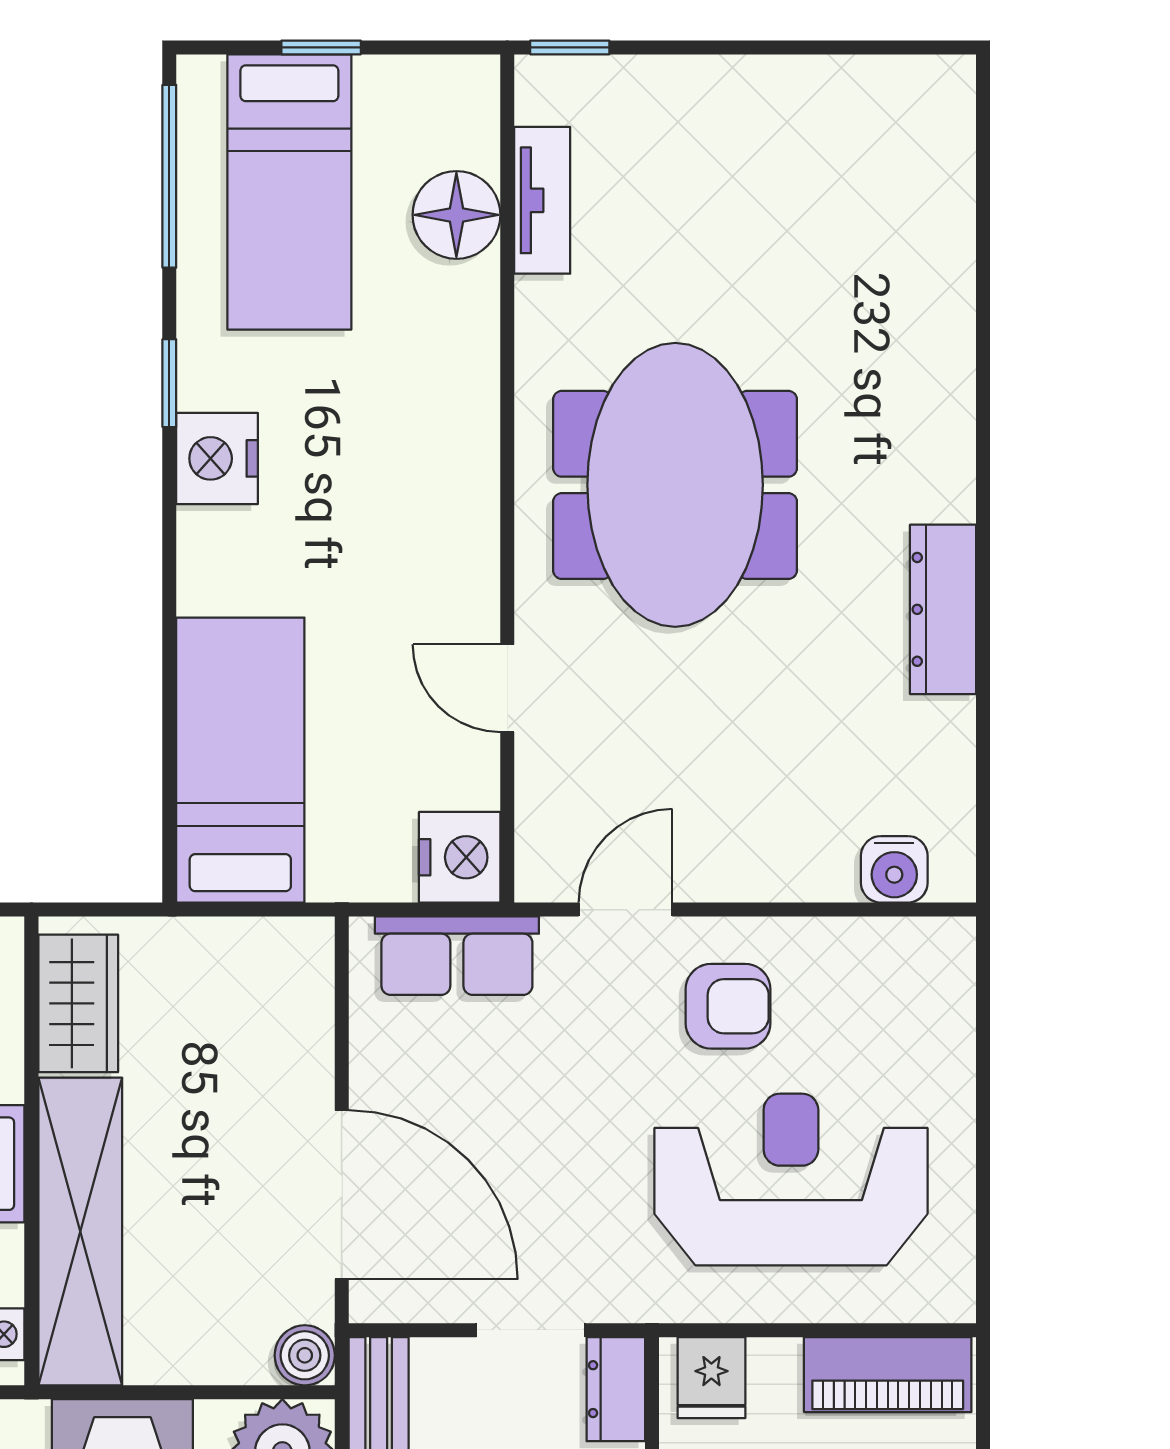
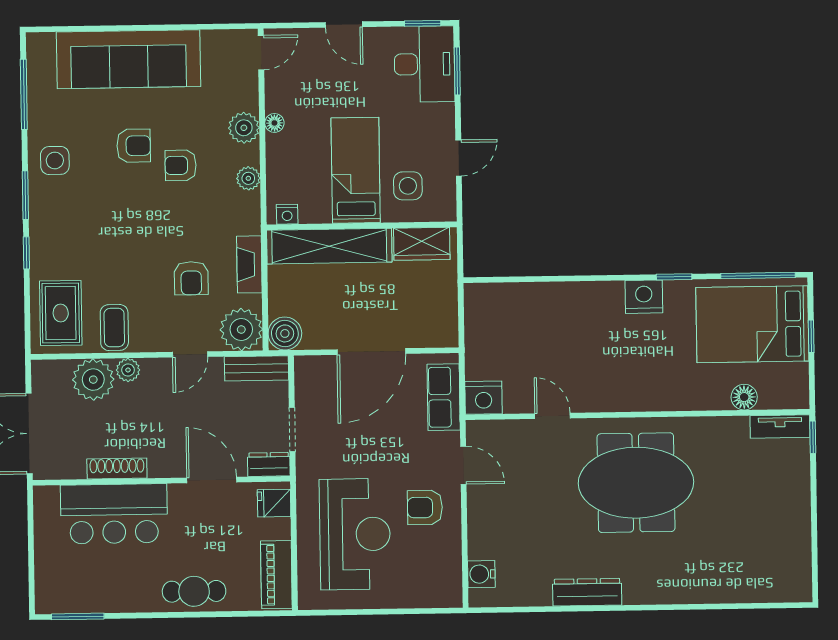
bed: (289, 192) -> (752, 324), width x1.50
tv unit: (542, 200) -> (780, 426), moved
floor lamp: (456, 215) -> (744, 397), width x0.73, depth x0.73
door: (507, 688) -> (552, 416), hinge flipped
bed: (240, 760) -> (522, 308), removed
armchair: (728, 1006) -> (425, 507), turned 90
door: (342, 1195) -> (371, 352), moved
boiler: (305, 1355) -> (285, 333), width x1.36, depth x1.36

